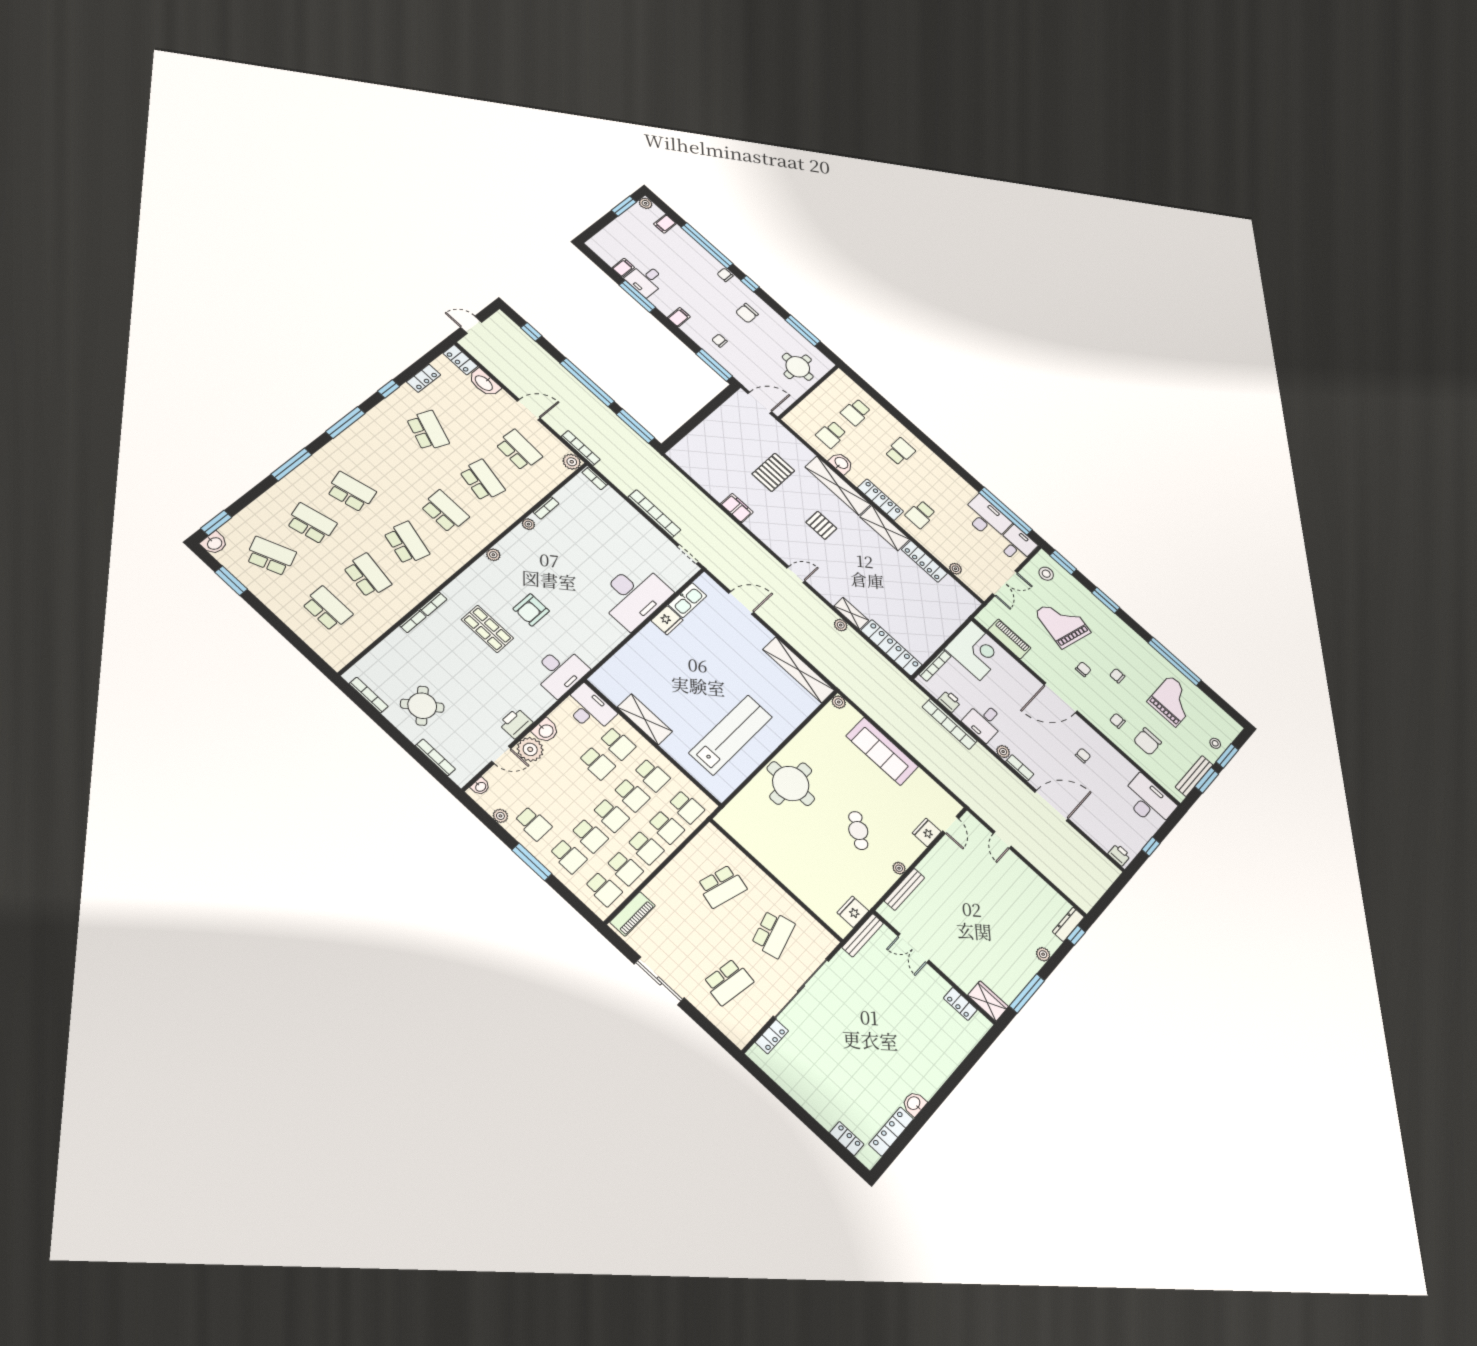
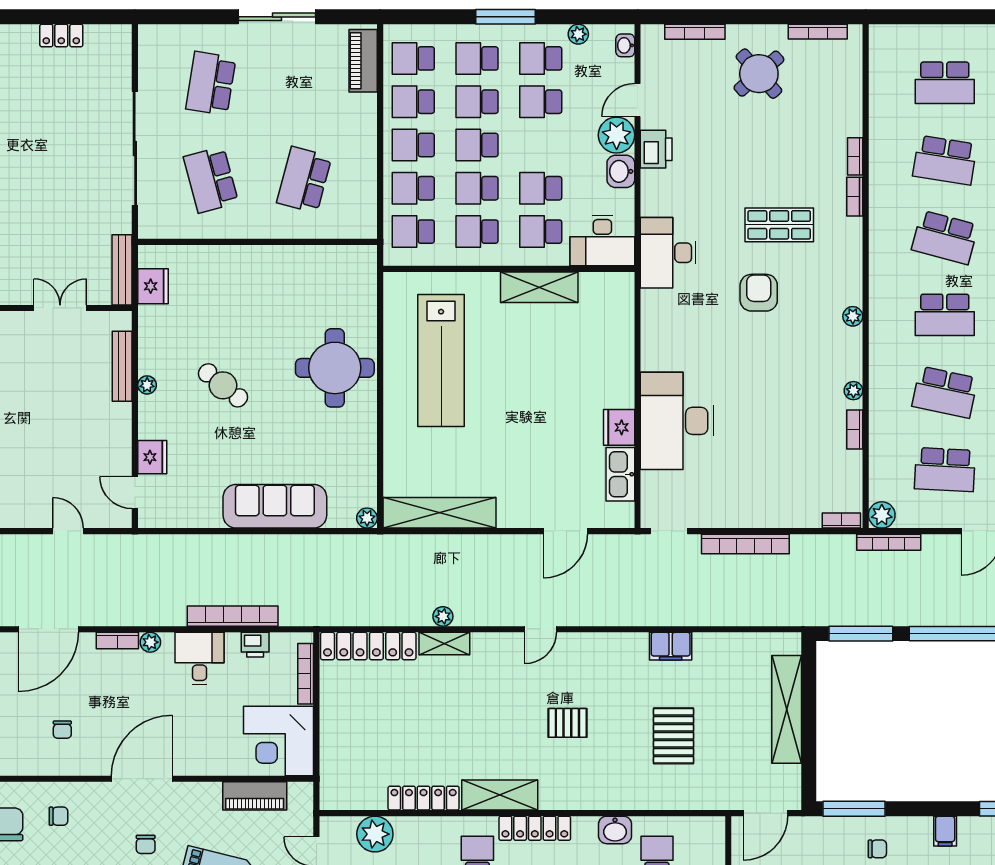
shelving: (838, 486) -> (787, 709), moved, turned 90
plant: (955, 569) -> (375, 834), width x1.87, depth x1.87
school desk: (555, 803) -> (541, 102), added
locker: (772, 1037) -> (61, 35), moved, turned -90

